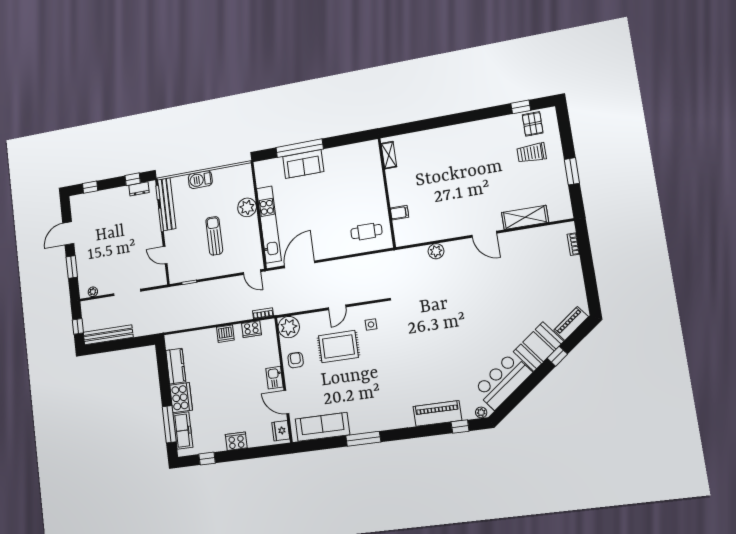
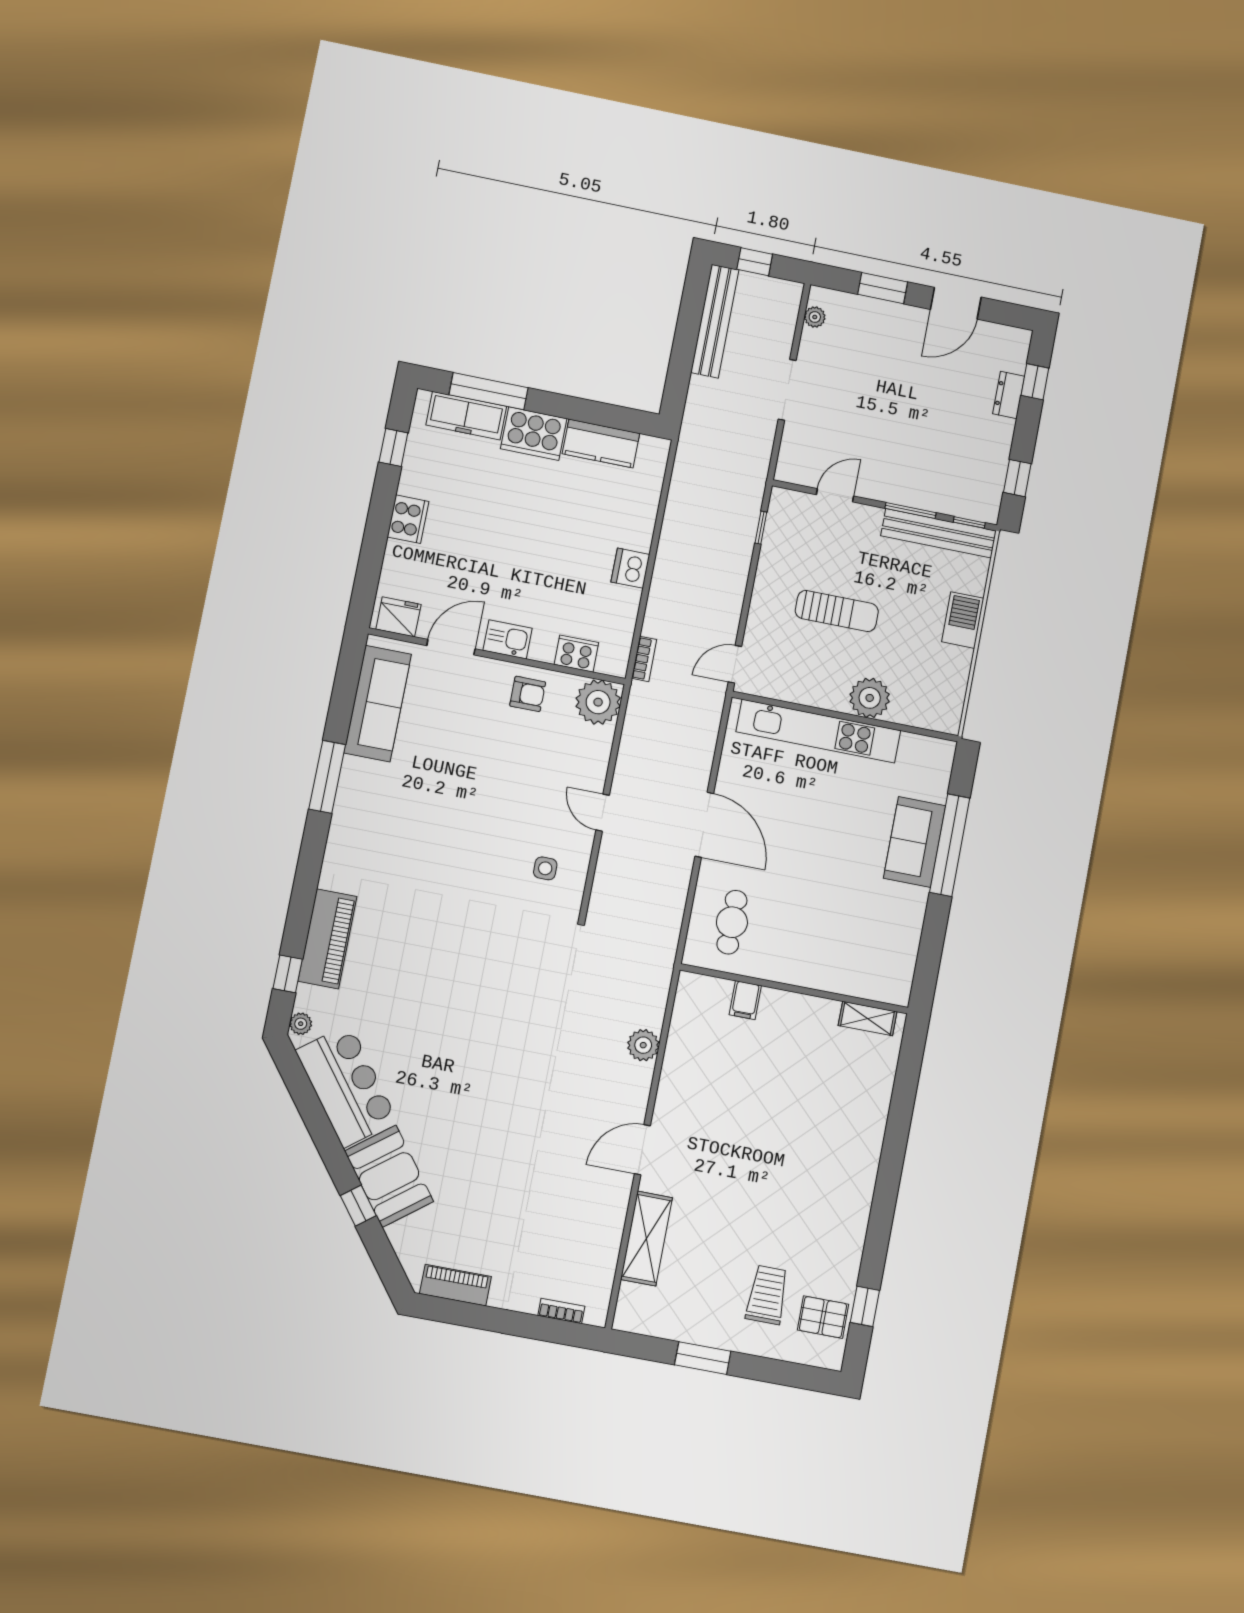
dresser: (139, 189) -> (1009, 395), moved
door: (68, 233) -> (956, 303), swing flipped
door: (300, 264) -> (704, 825), moved
piano: (571, 323) -> (455, 1285), moved, turned -53
cooker: (251, 329) -> (576, 654), moved, turned 90
rug: (338, 346) -> (525, 789), removed

